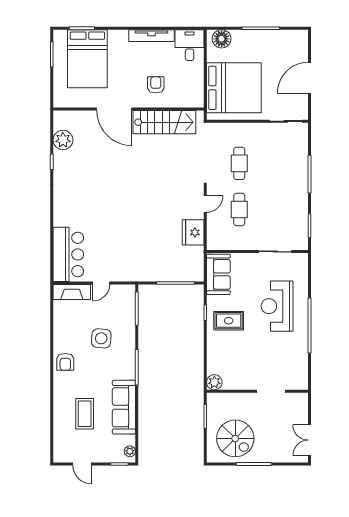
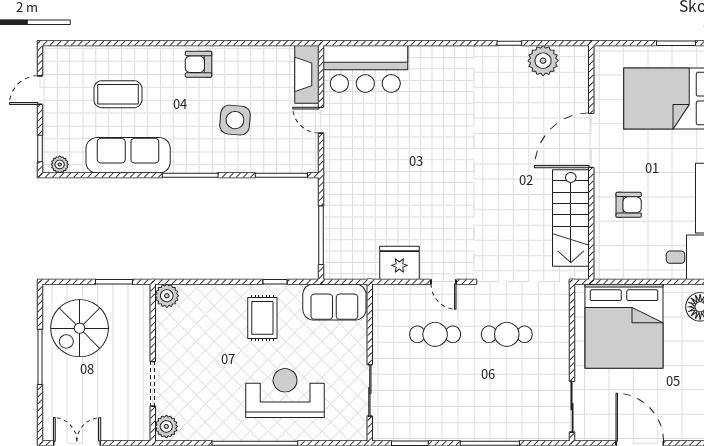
plant: (299, 383) -> (166, 426), added

